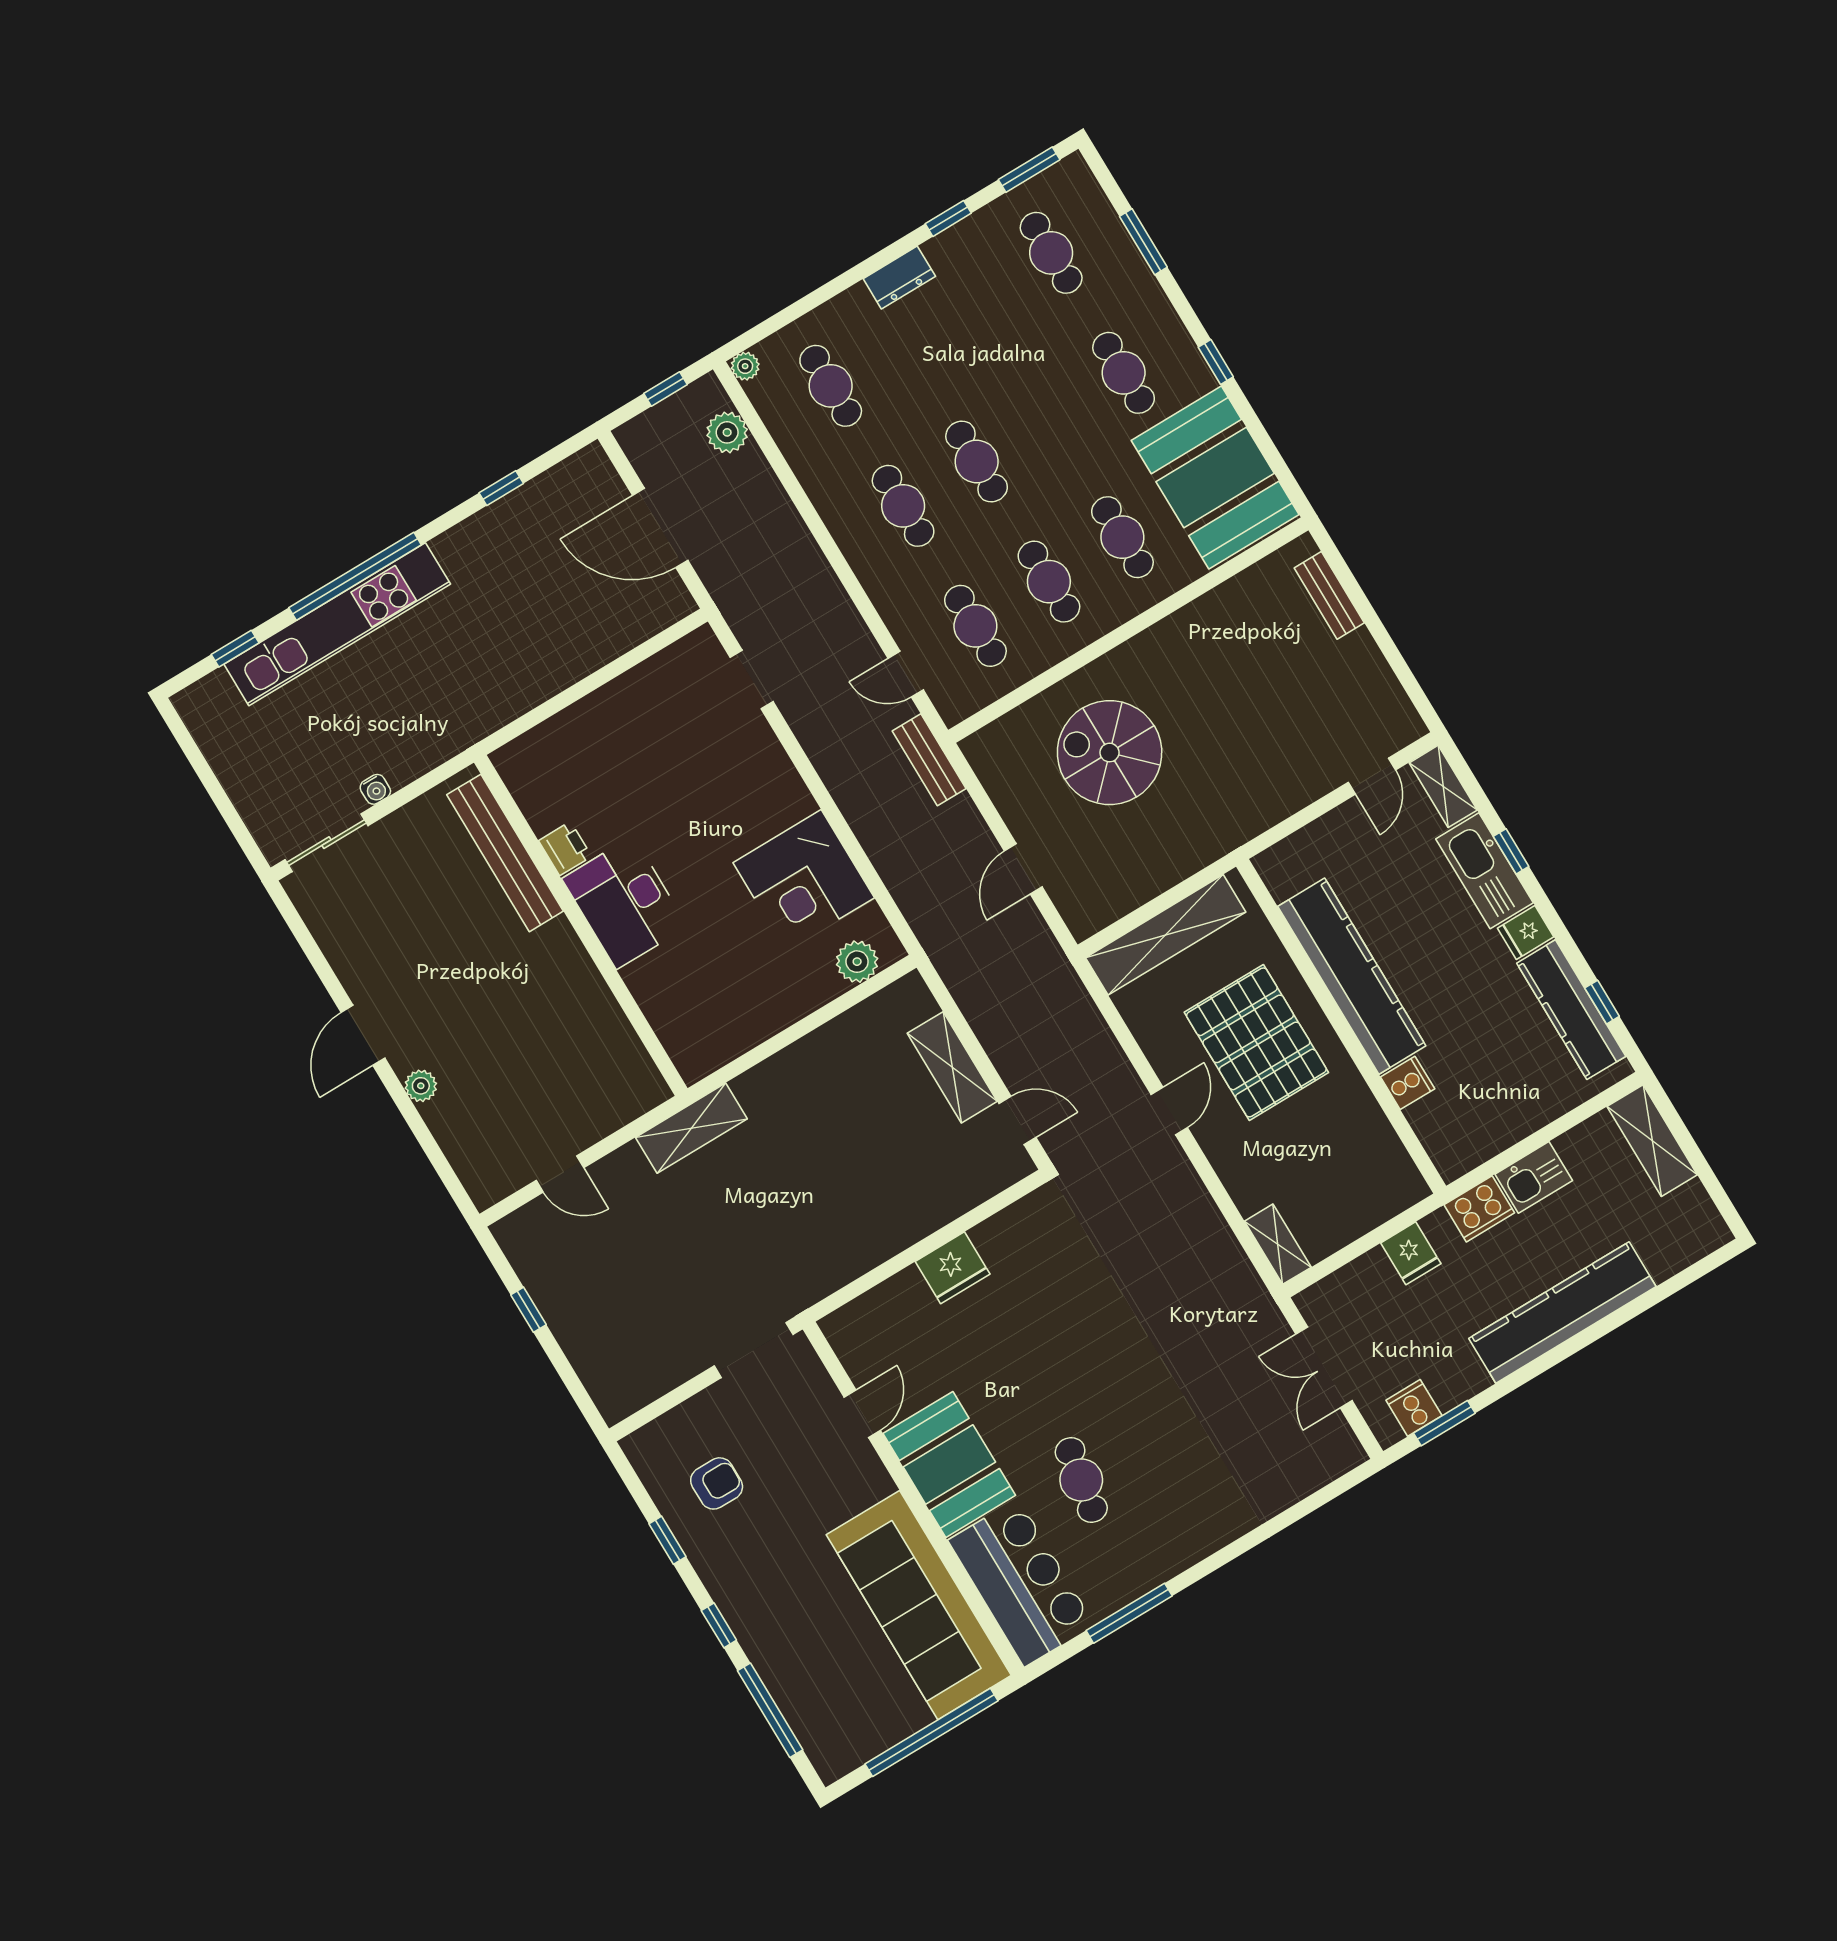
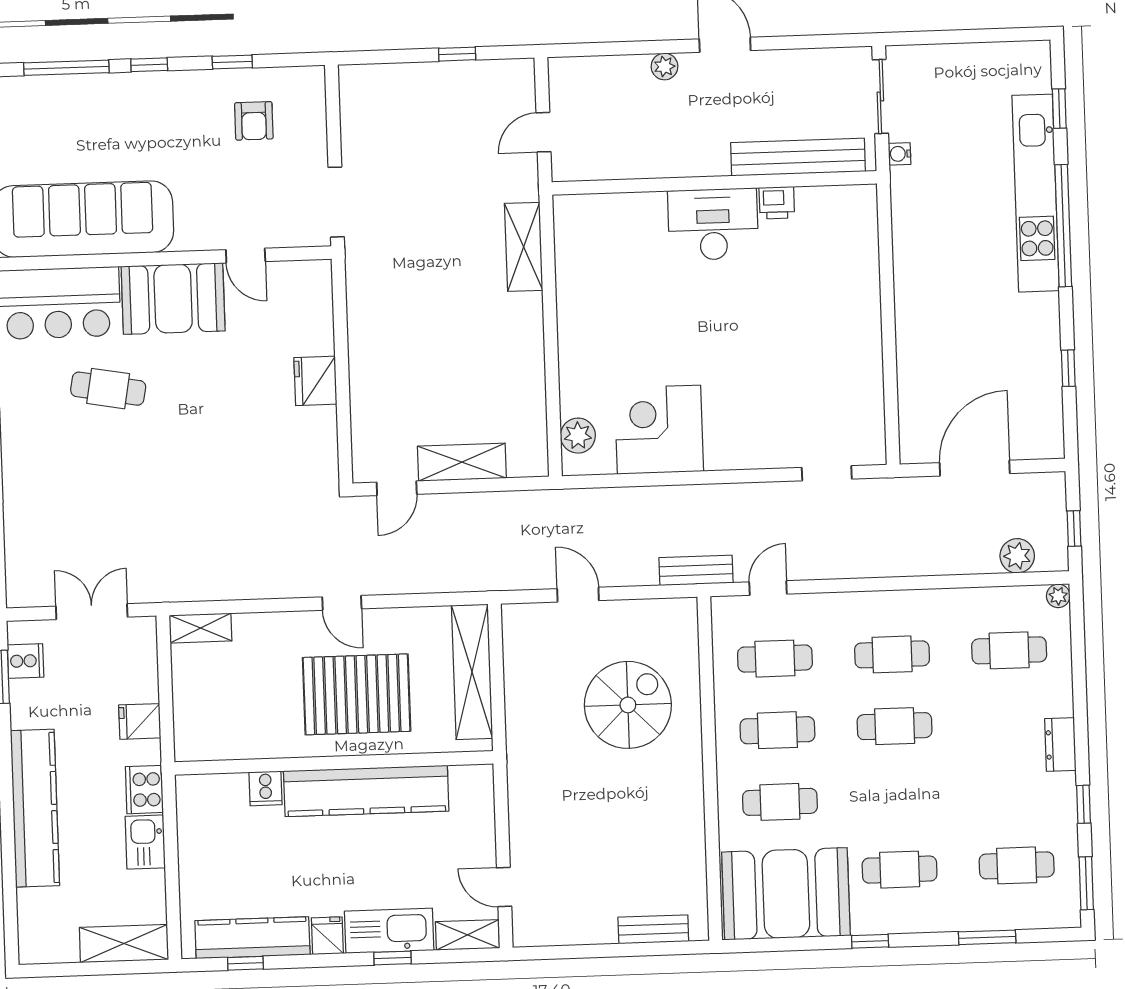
printer: (565, 849) -> (777, 203), moved
bench: (505, 853) -> (798, 157), moved
desk: (625, 903) -> (713, 224), moved
wall: (581, 925) -> (714, 183), moved

